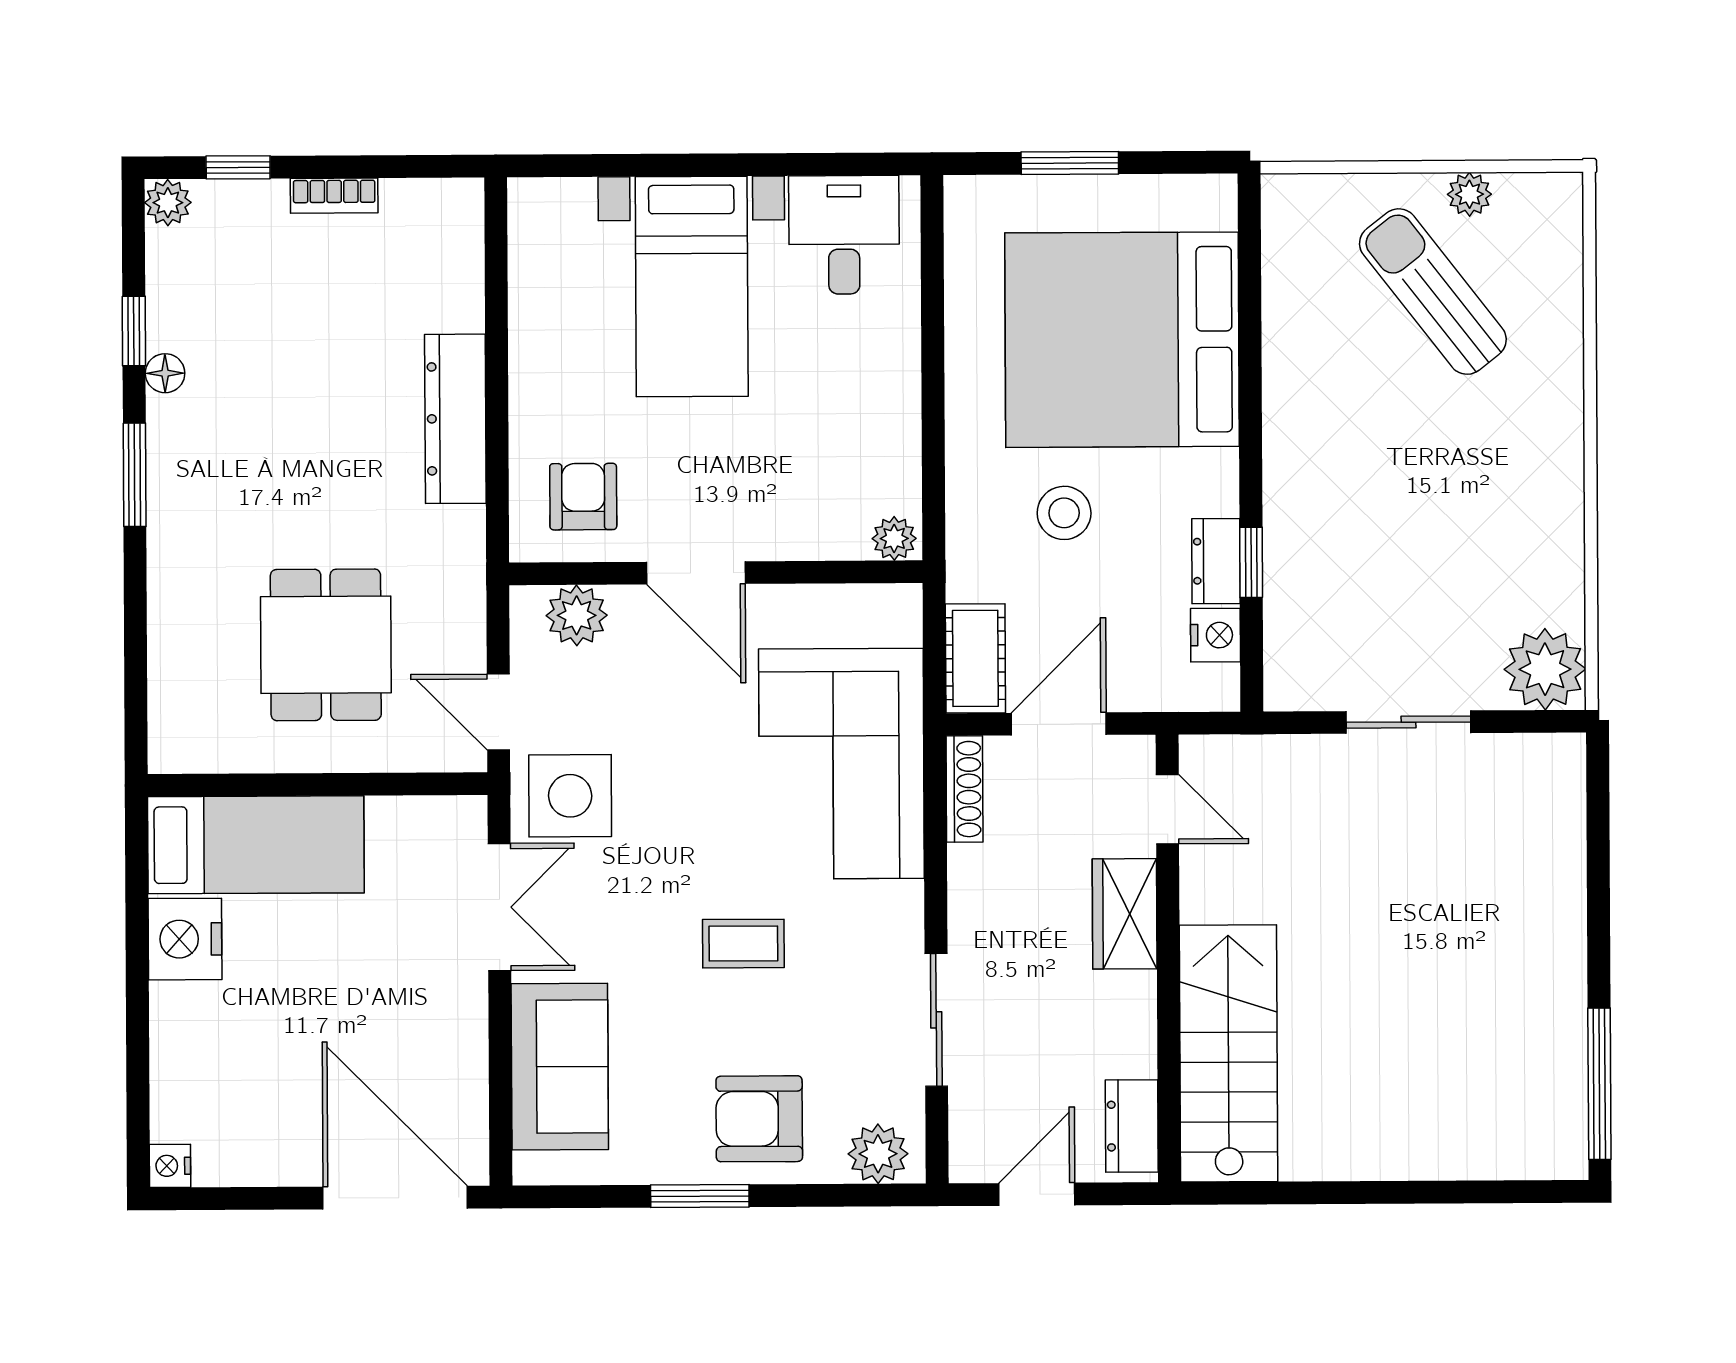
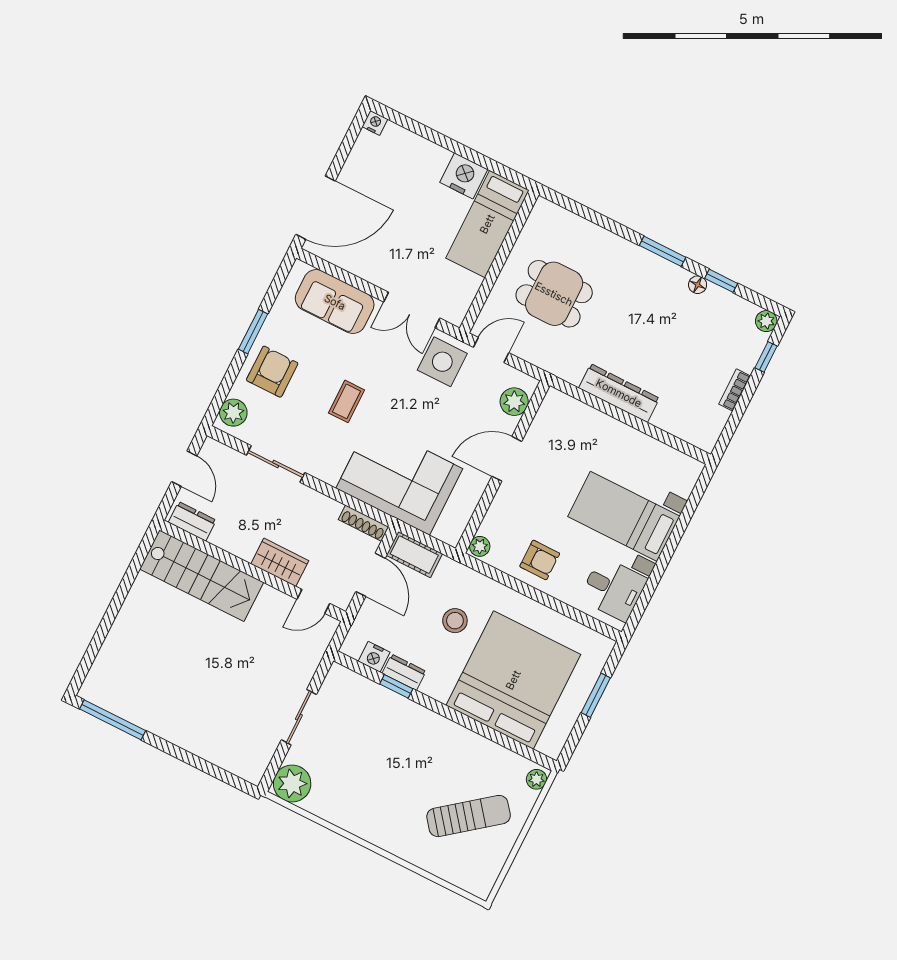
plant: (1469, 194) -> (537, 779), moved
armchair: (583, 497) -> (540, 560), moved

